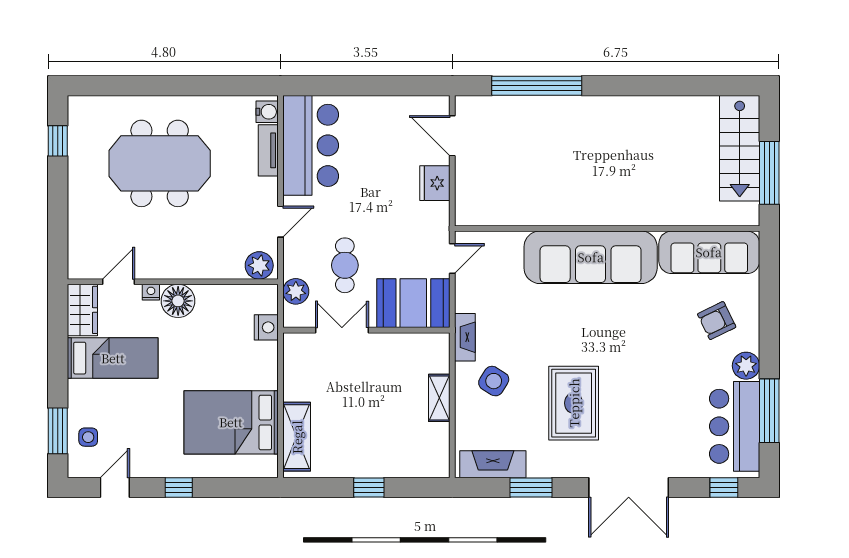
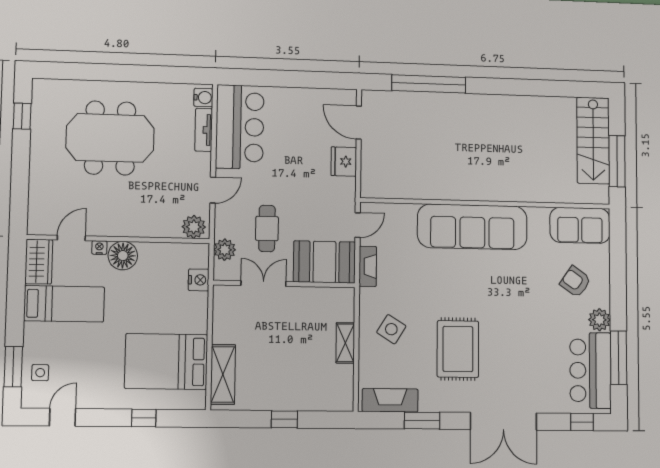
sofa: (709, 252) -> (580, 225), width x0.73
armchair: (717, 321) -> (575, 282), turned 61
fireplace: (465, 337) -> (368, 266), moved
window: (179, 487) -> (144, 418), moved

